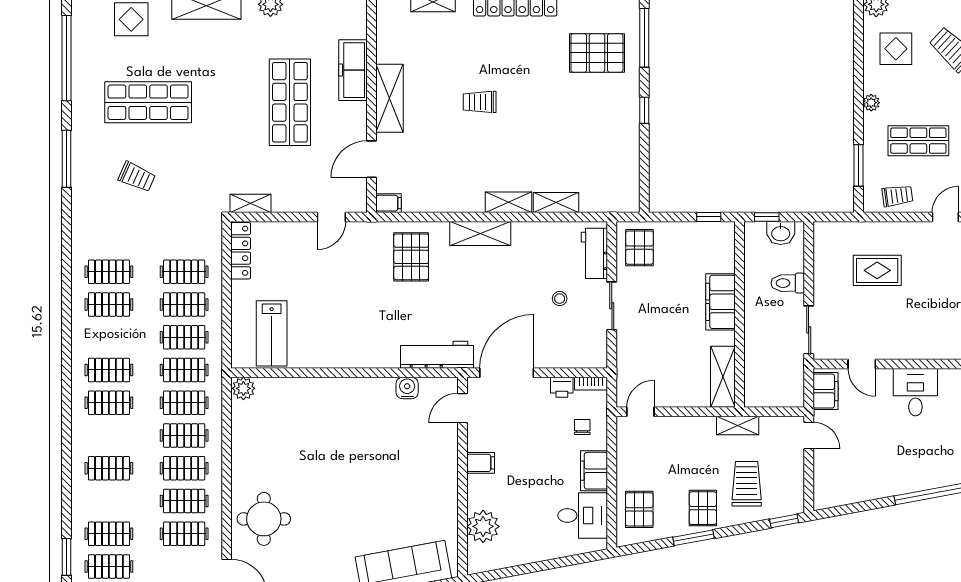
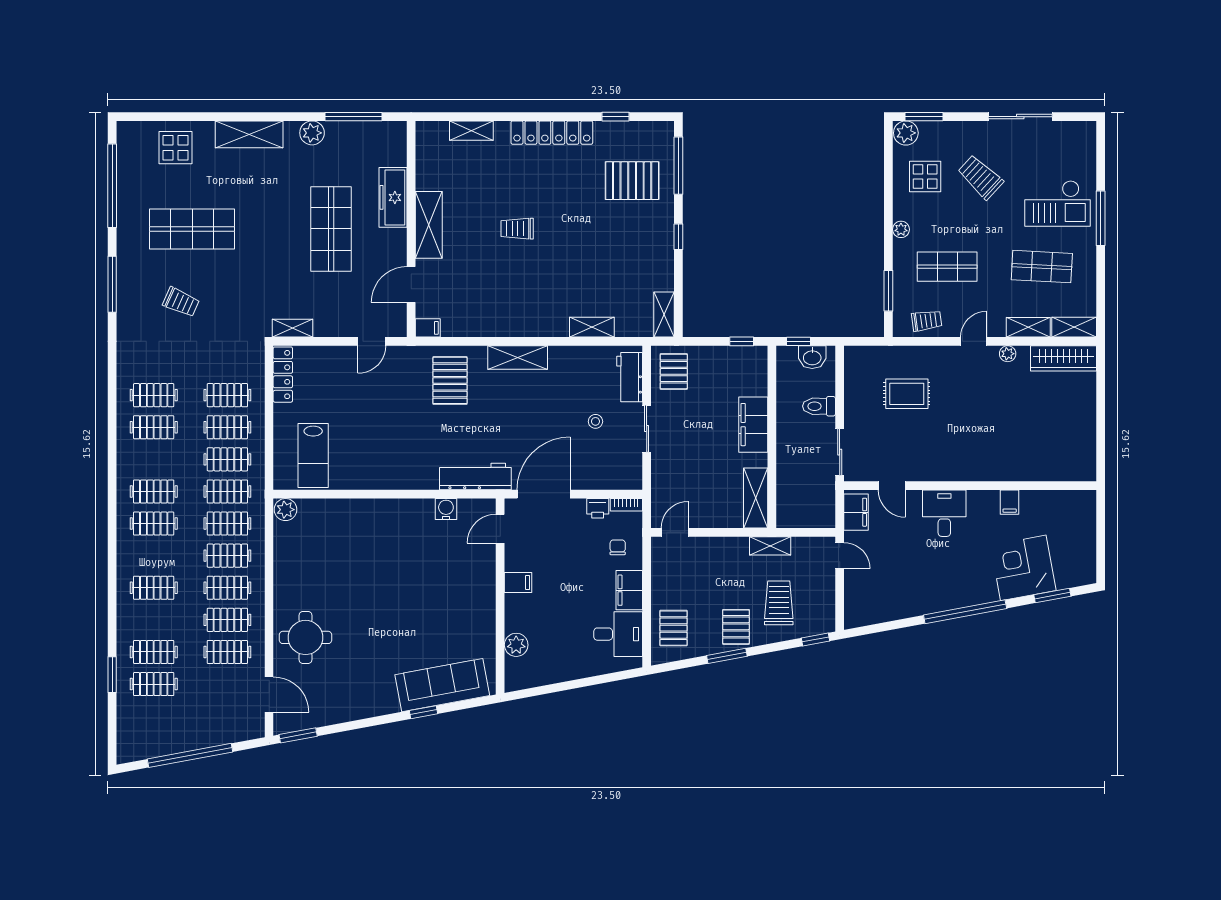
shelving: (508, 202) -> (664, 314), moved, turned 90
plant: (483, 526) -> (516, 645), width x0.73, depth x0.73

